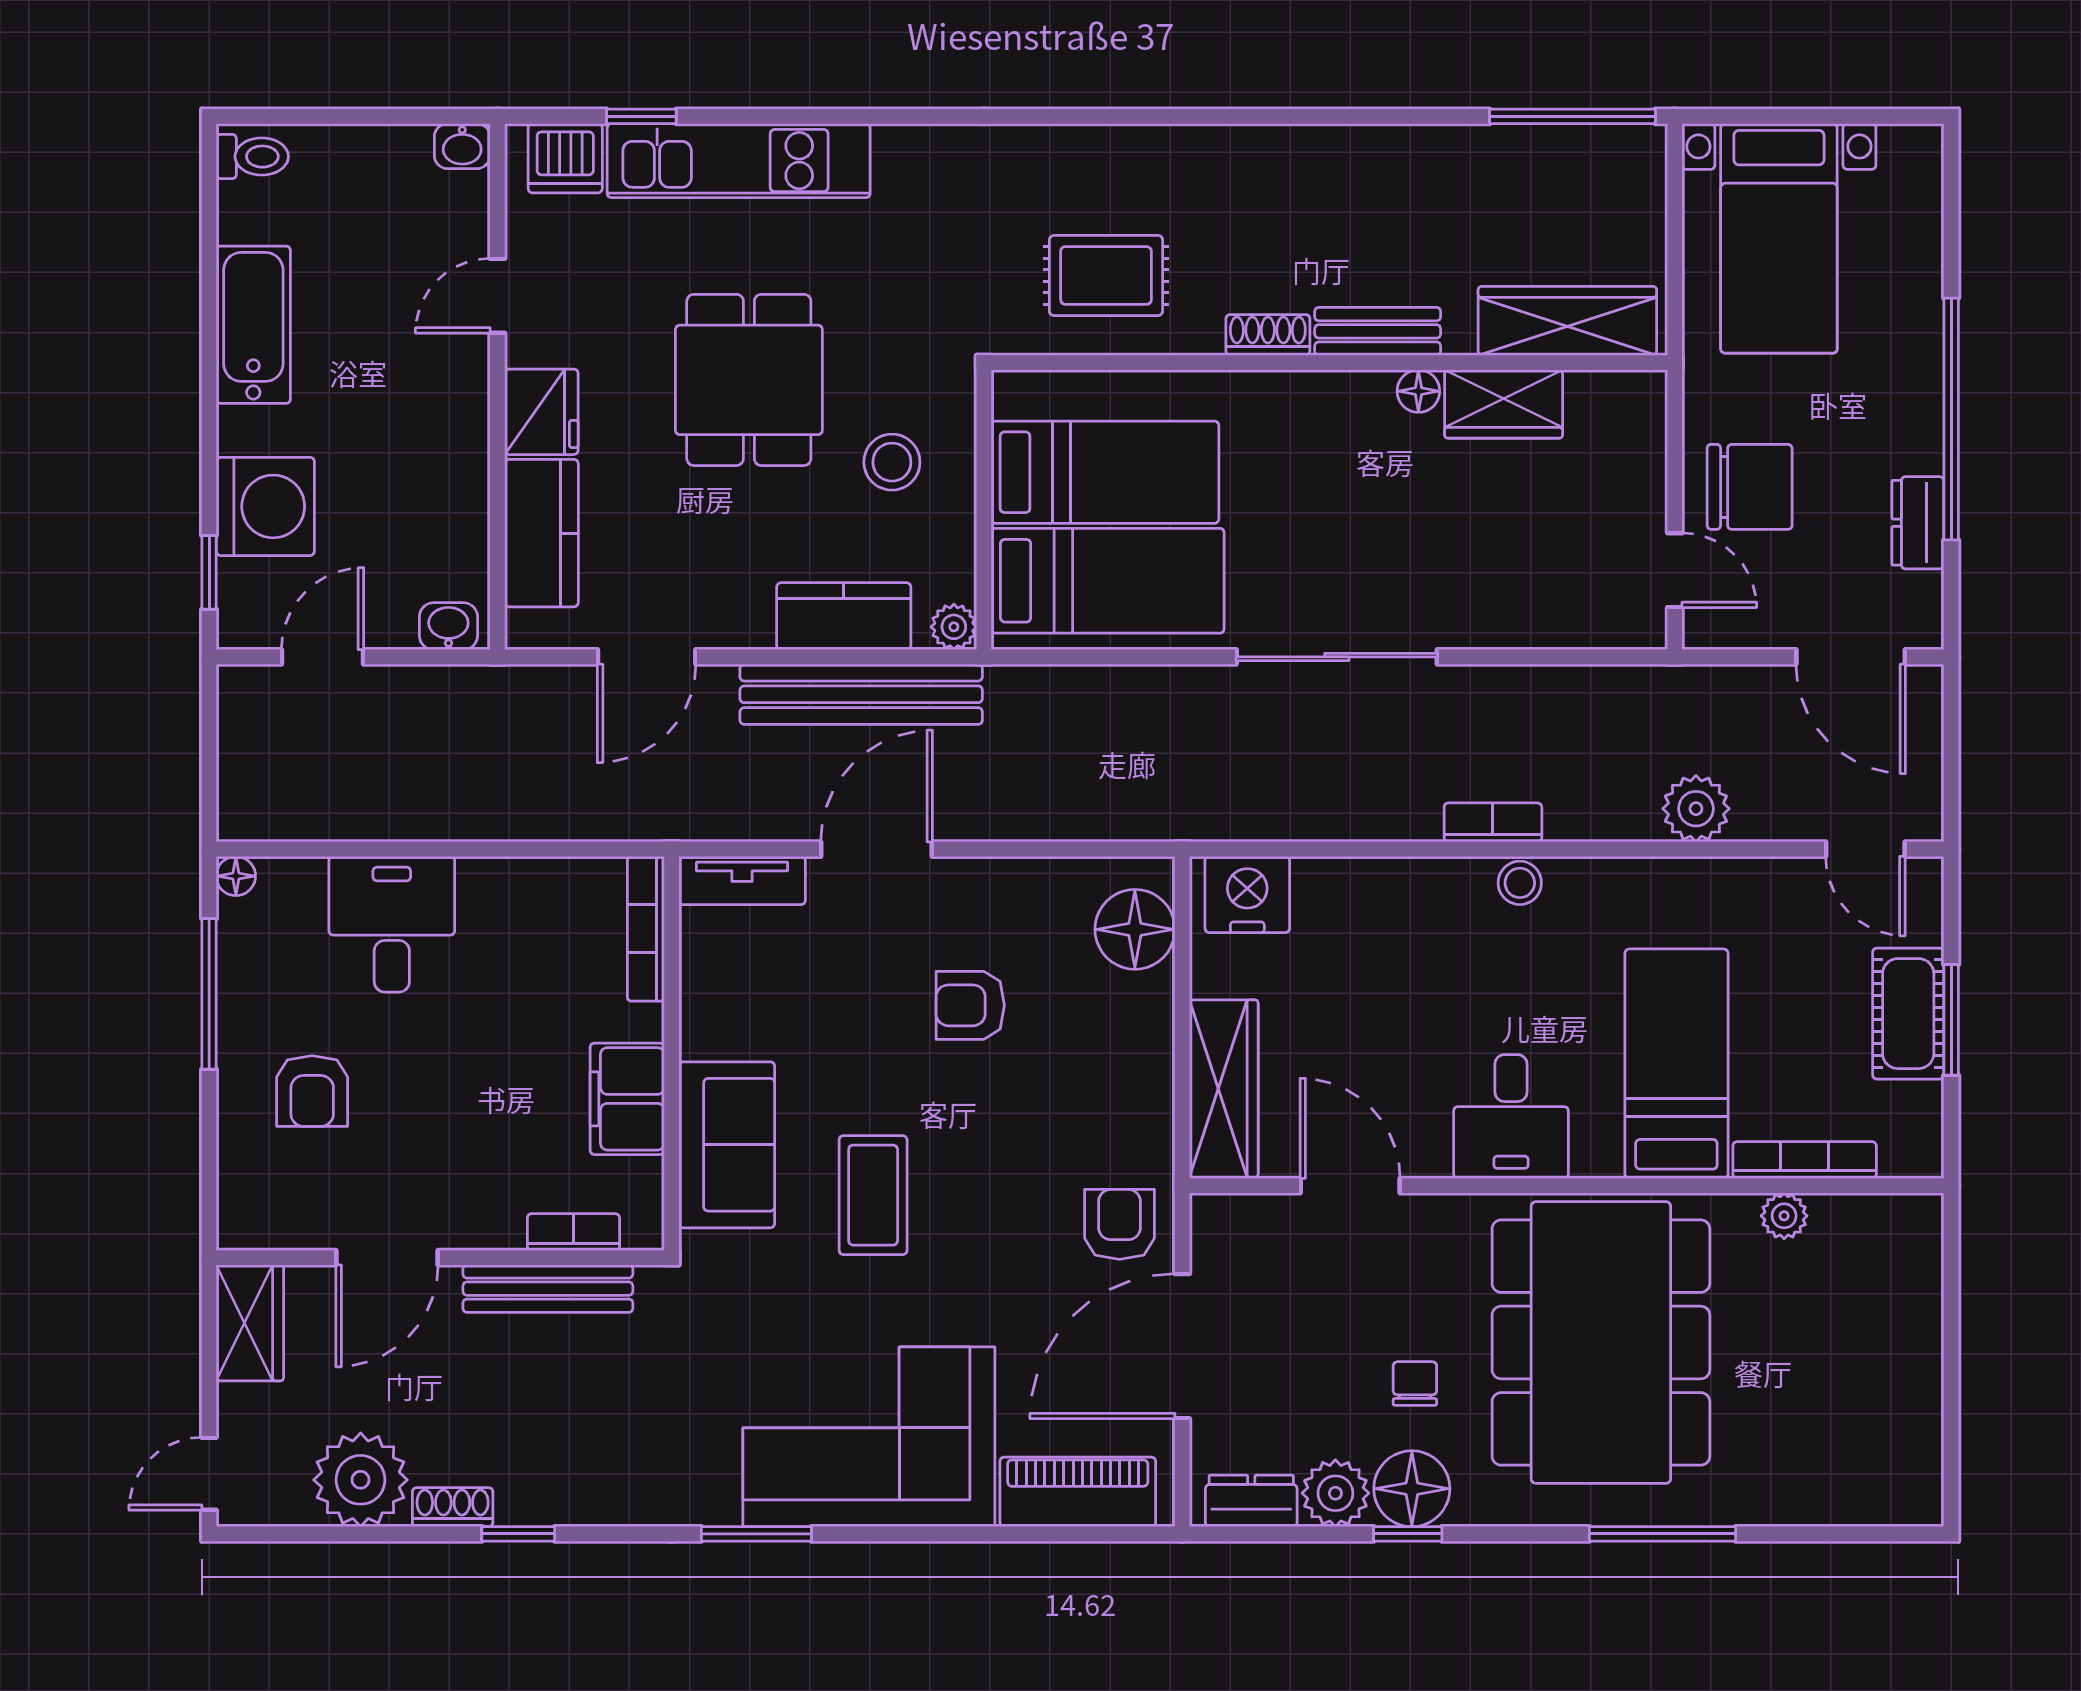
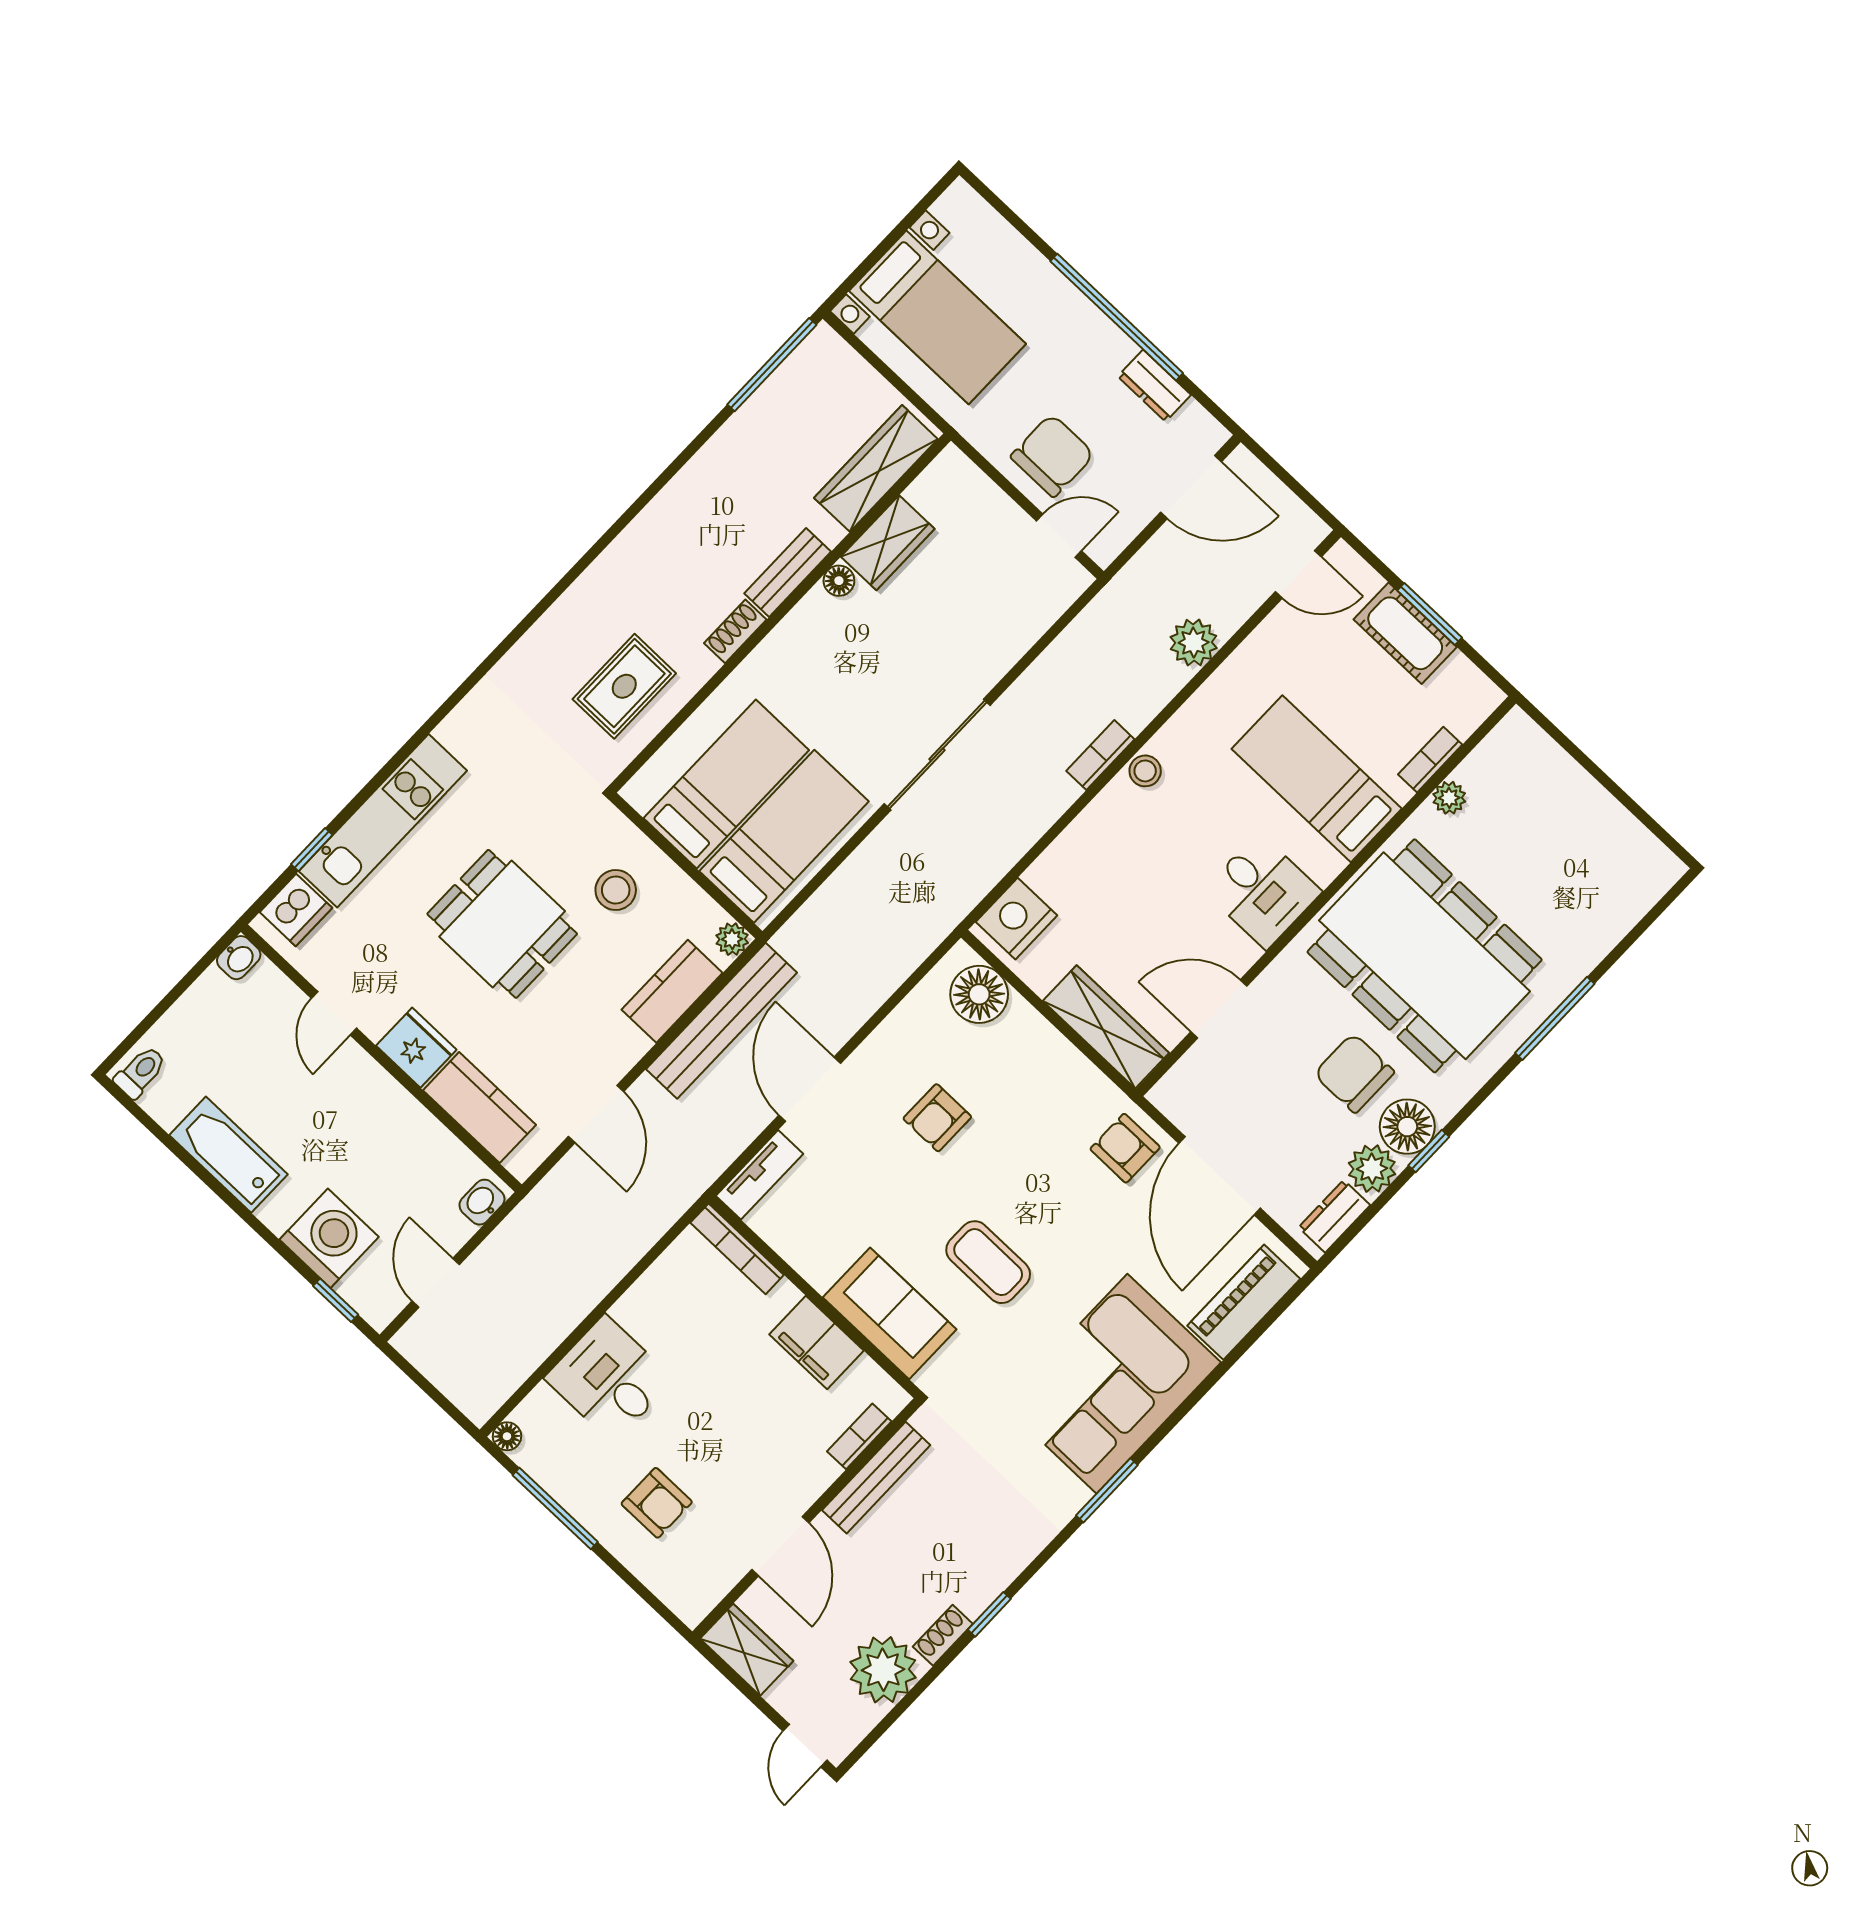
bookcase: (1805, 1160) -> (1430, 760), width x0.64
chair: (1415, 1384) -> (1354, 1073), width x1.87, depth x1.87

